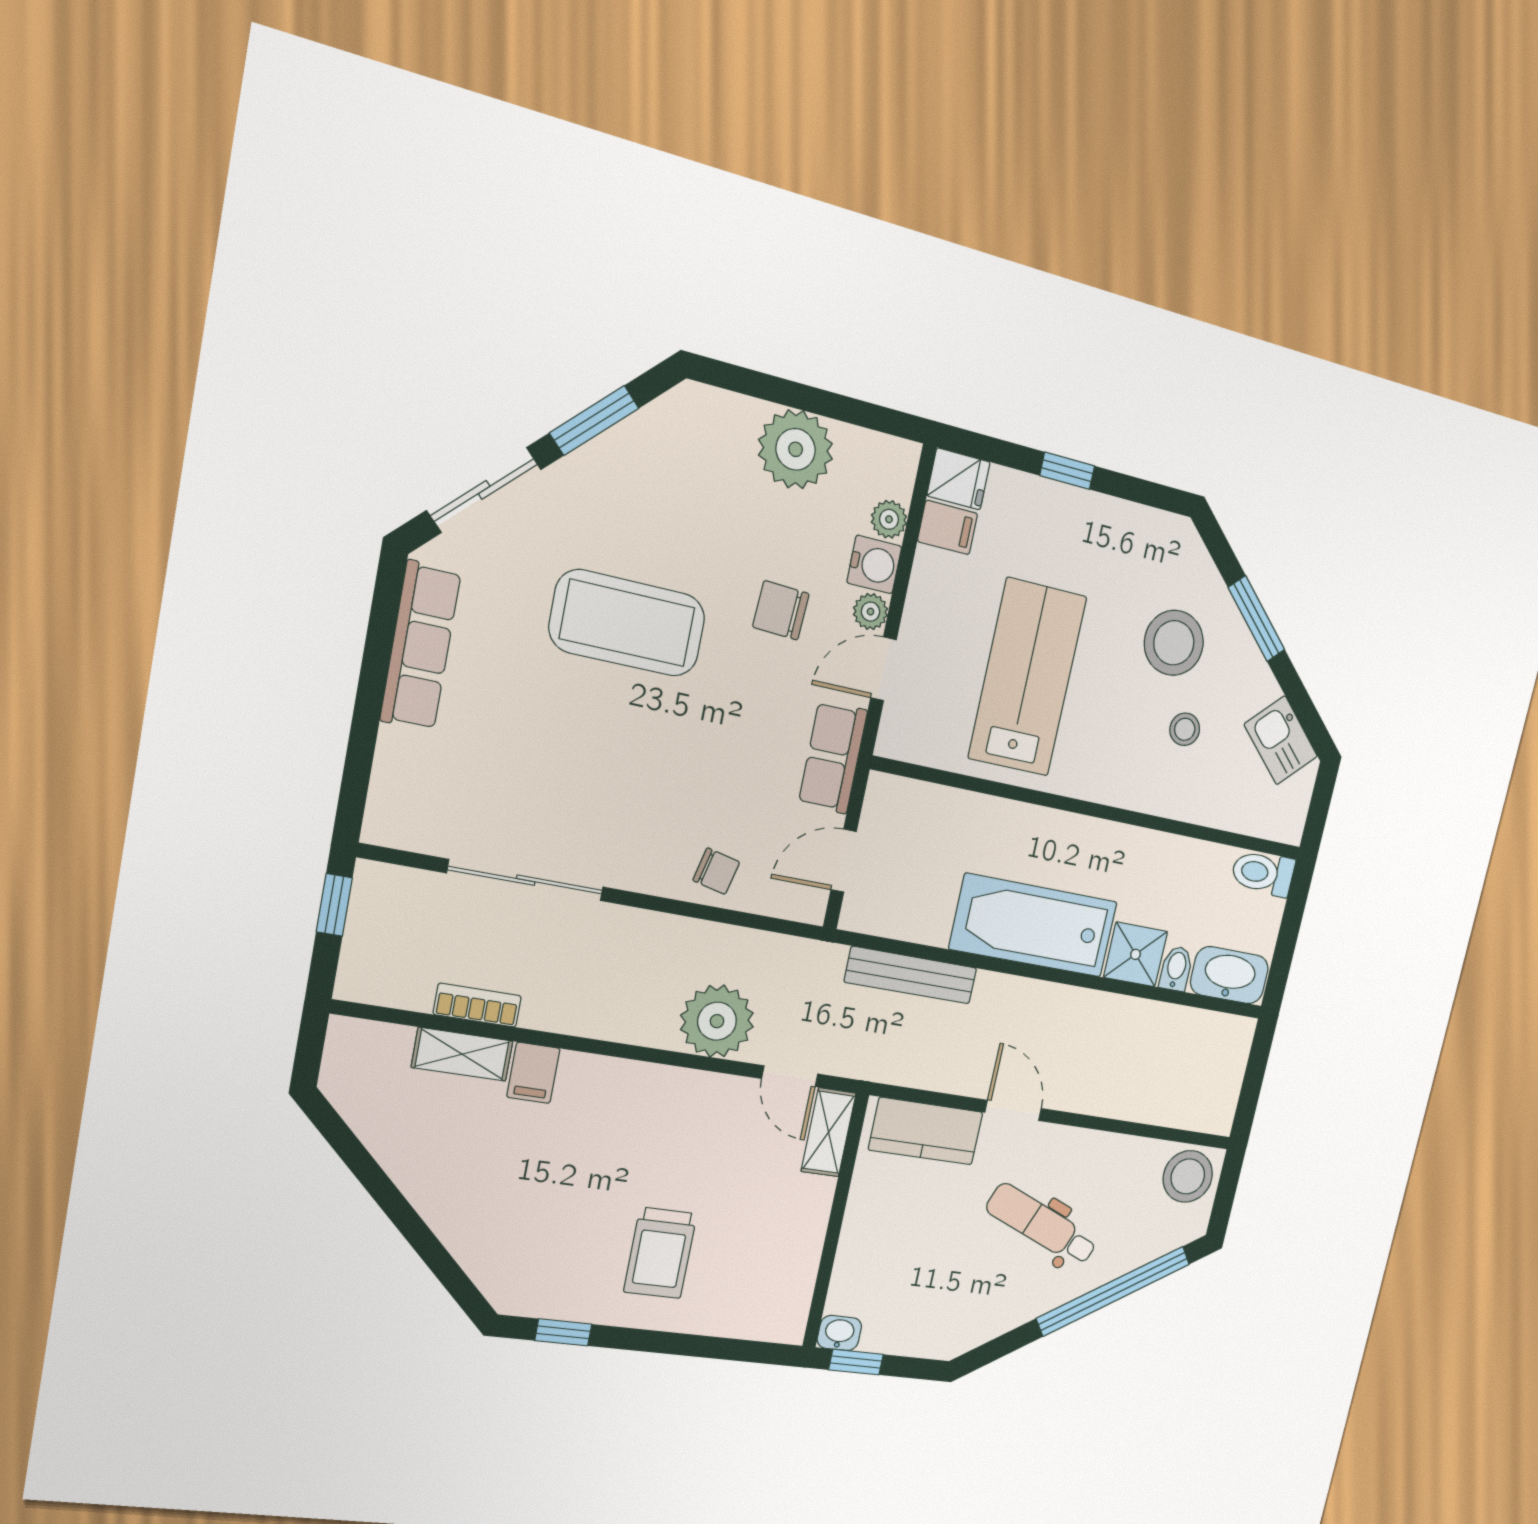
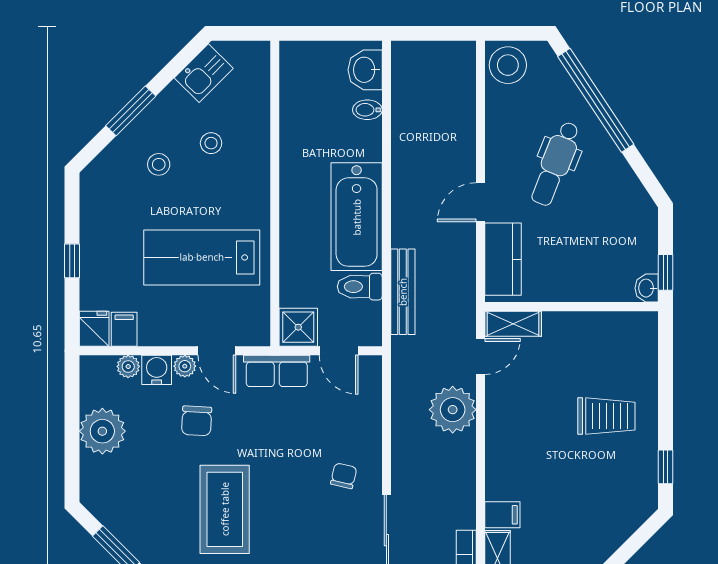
stool: (1174, 643) -> (159, 164), width x0.53, depth x0.53
chair: (716, 871) -> (344, 476), moved
toilet: (1263, 873) -> (360, 287), moved, turned 90
shower: (1136, 954) -> (298, 327), moved
washbasin: (1229, 975) -> (365, 70), width x0.72

